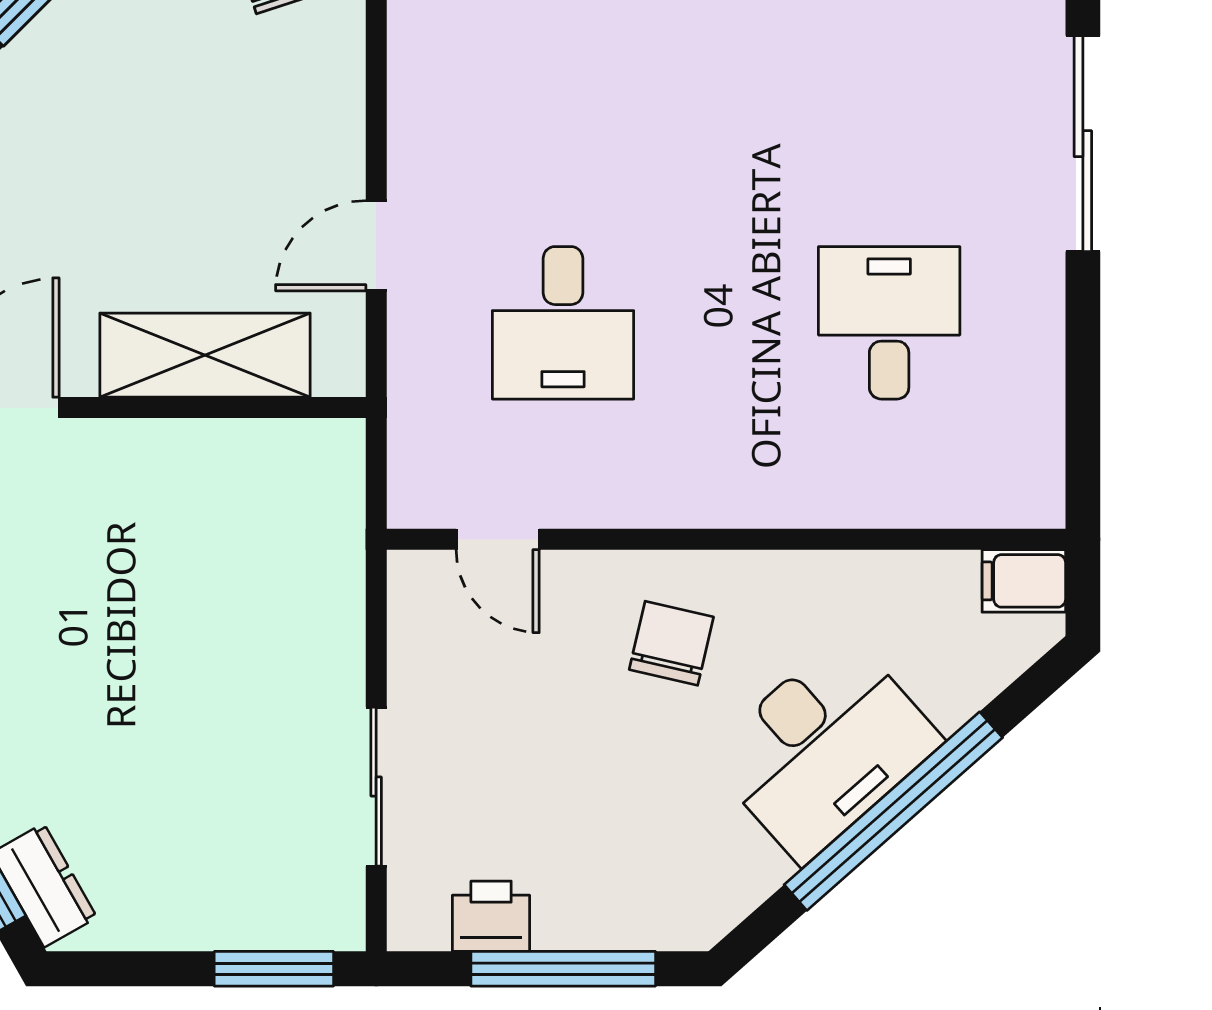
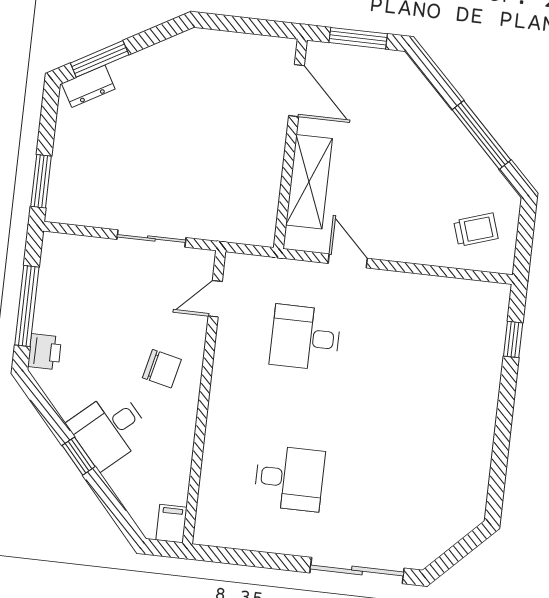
desk: (824, 748) -> (109, 429), width x0.73
sliding door: (376, 787) -> (151, 239), moved
window: (893, 811) -> (79, 456), width x0.32
printer: (491, 916) -> (45, 352), moved

